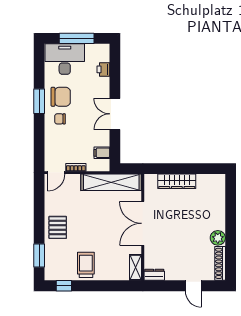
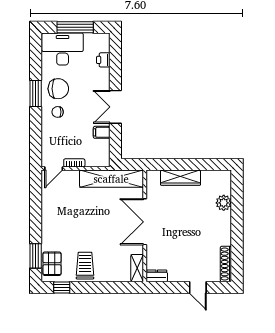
filing cabinet: (102, 153) -> (102, 132), moved
pallet: (58, 227) -> (52, 264), moved
plant: (218, 238) -> (224, 203), moved

